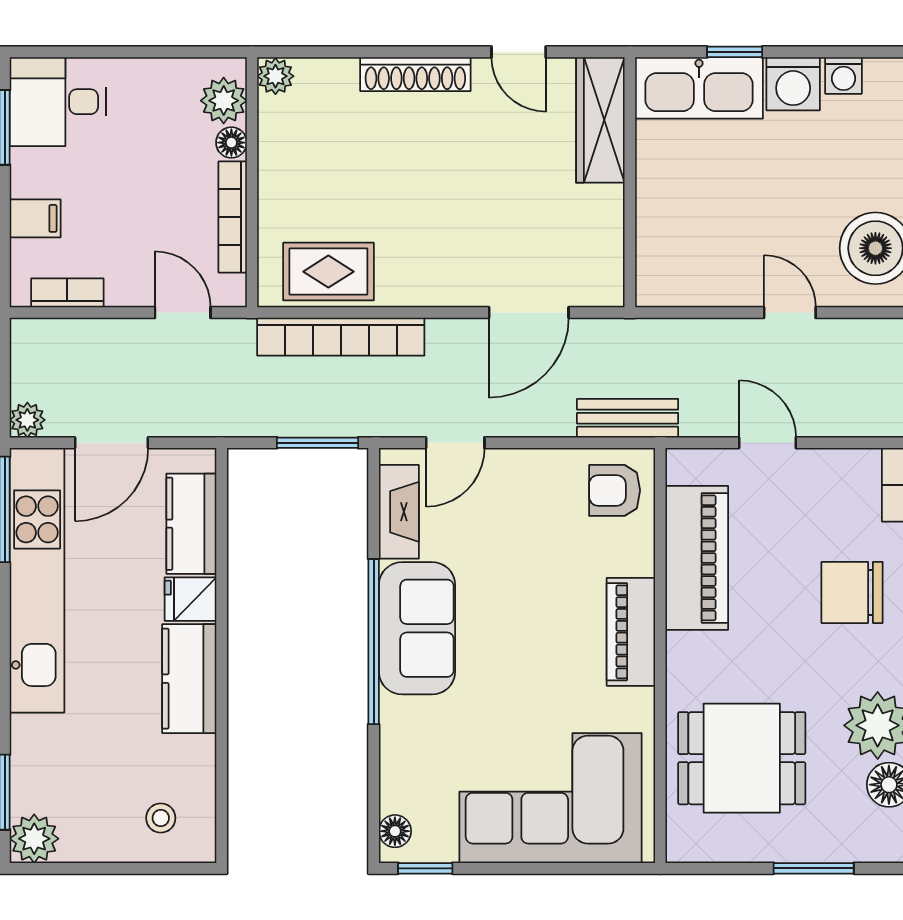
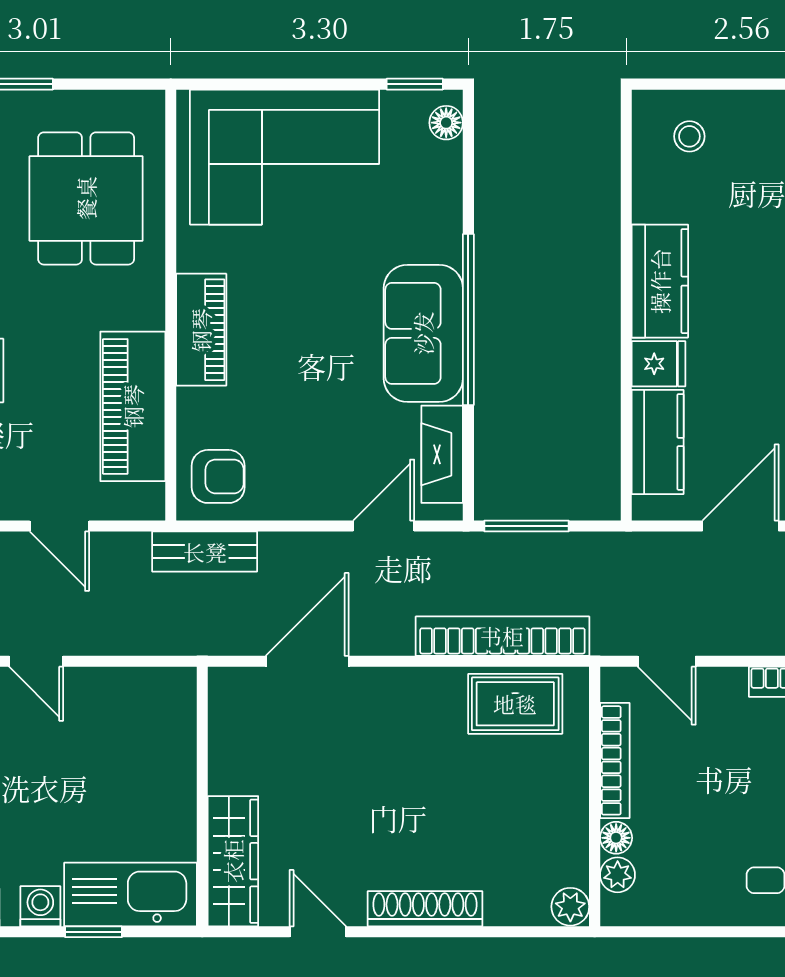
washing machine: (793, 84) -> (40, 906), width x0.73, depth x0.73
plant: (224, 101) -> (618, 875), width x0.73, depth x0.73
dining table: (742, 758) -> (86, 198), turned 90

